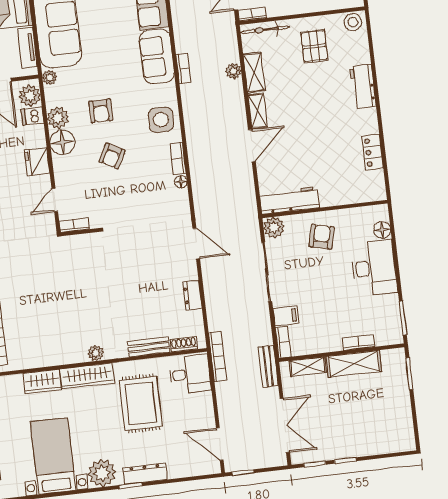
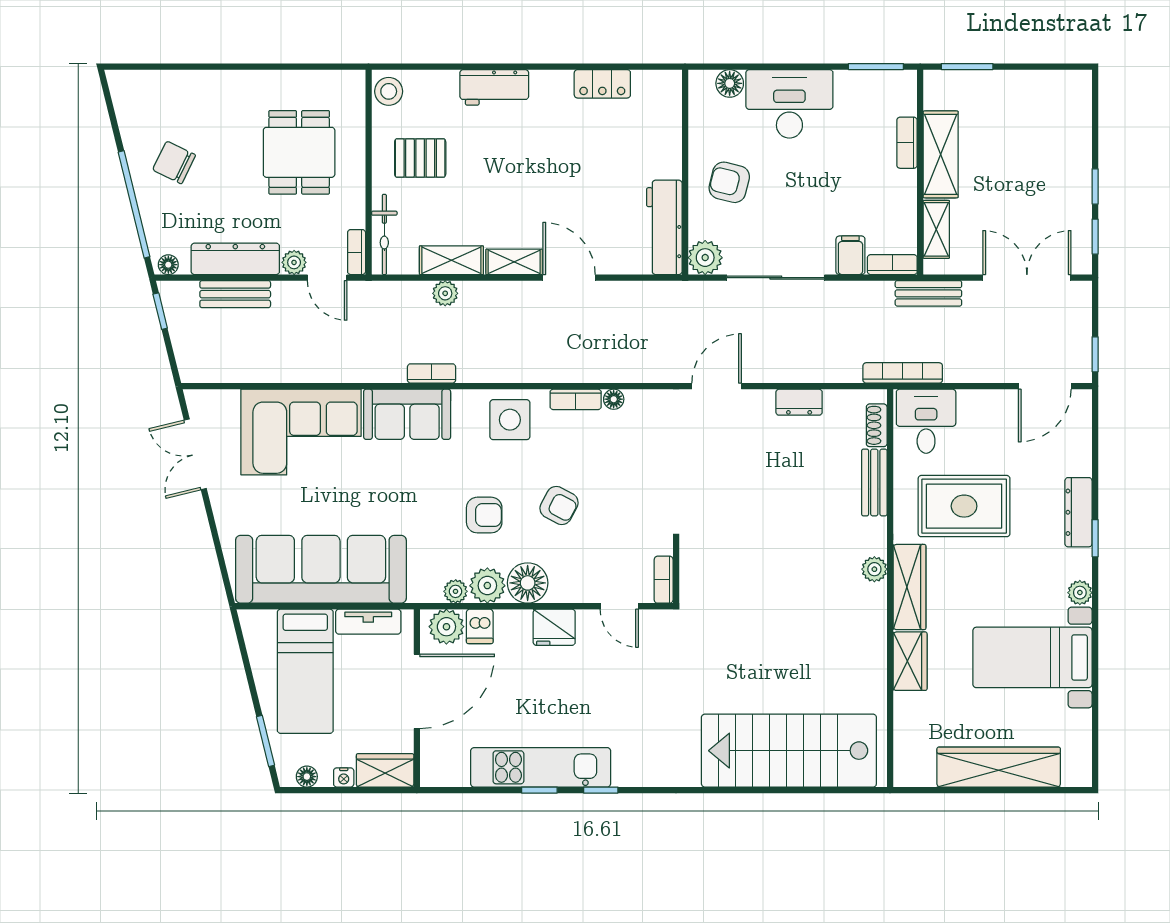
plant: (50, 77) -> (456, 591), moved
plant: (102, 473) -> (1080, 593), width x0.53, depth x0.53

